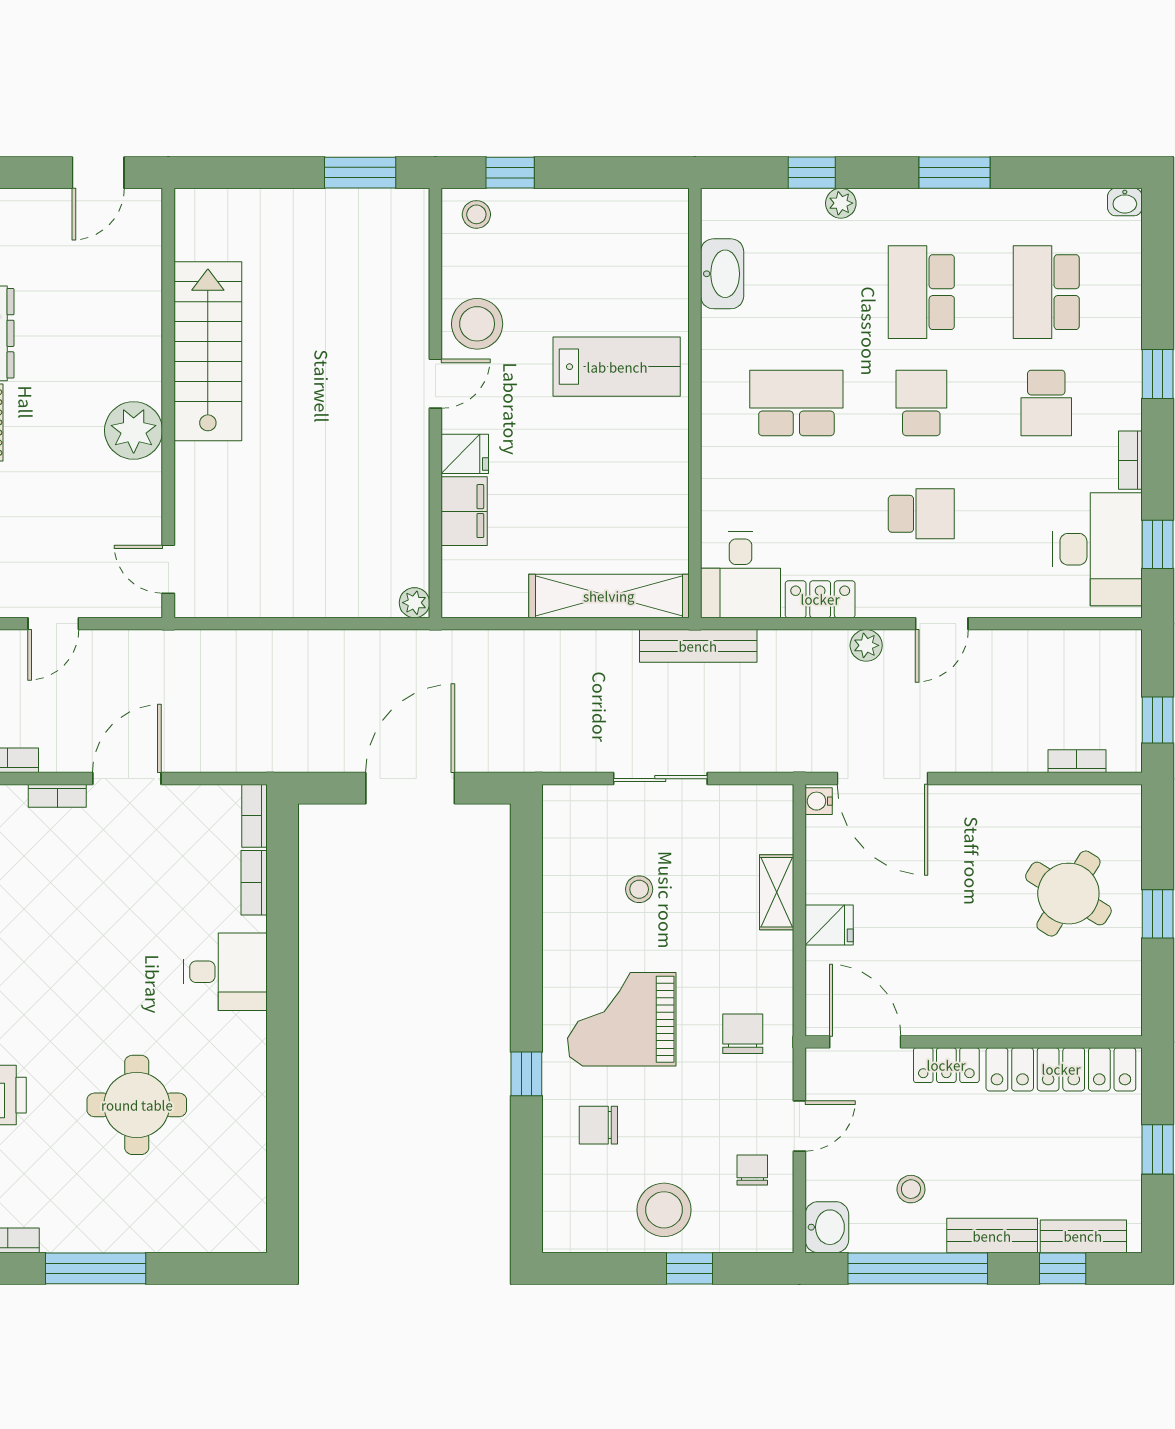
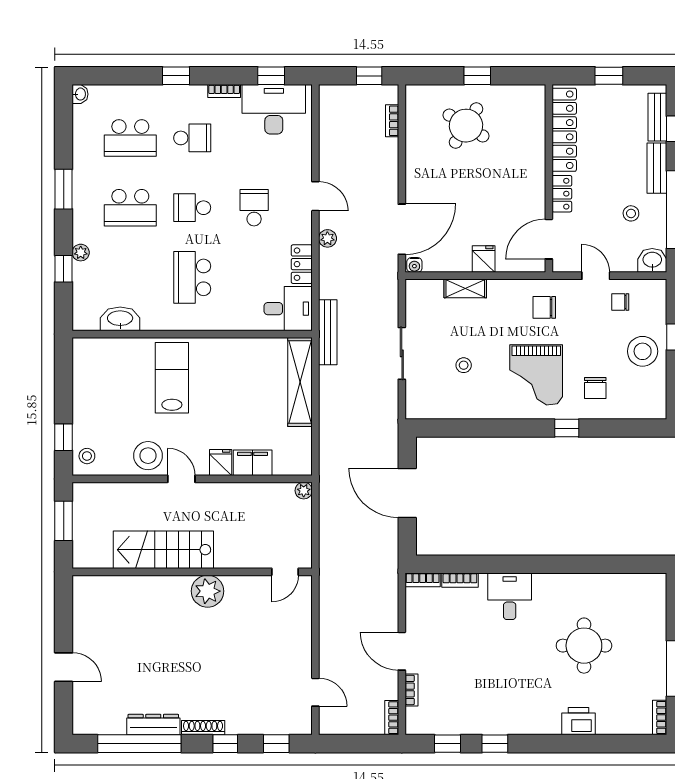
stairs: (208, 351) -> (163, 550), moved
wall: (168, 403) -> (192, 572), moved
plant: (134, 430) -> (208, 591), moved
door: (168, 569) -> (285, 572), moved

